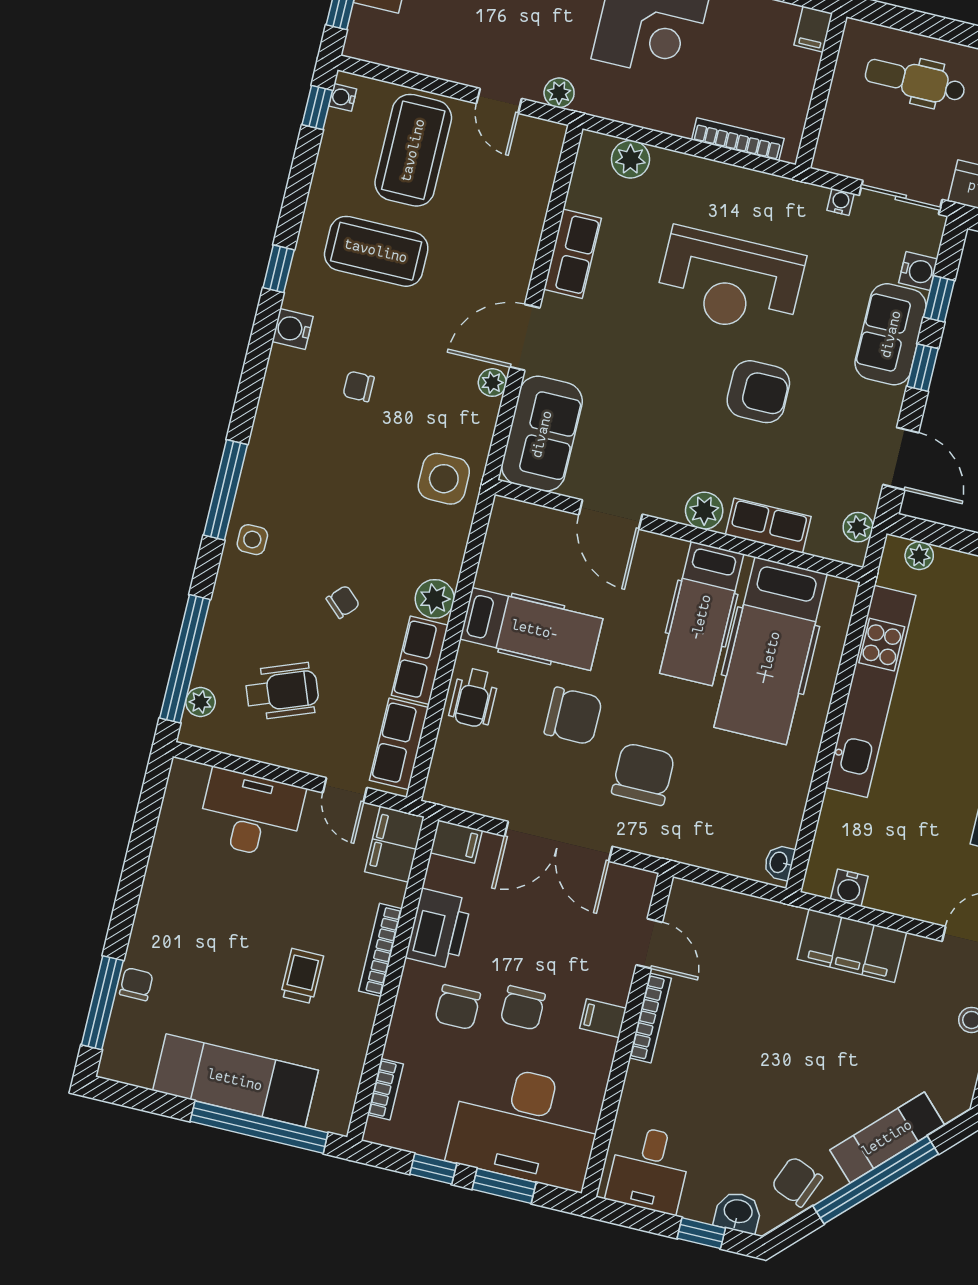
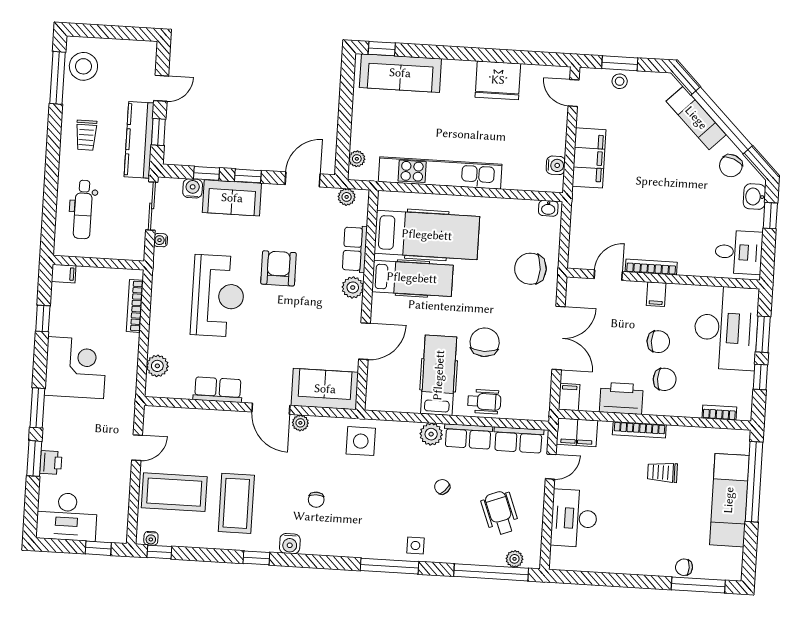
plant: (559, 93) -> (126, 414), removed
chair: (643, 774) -> (530, 269), moved

